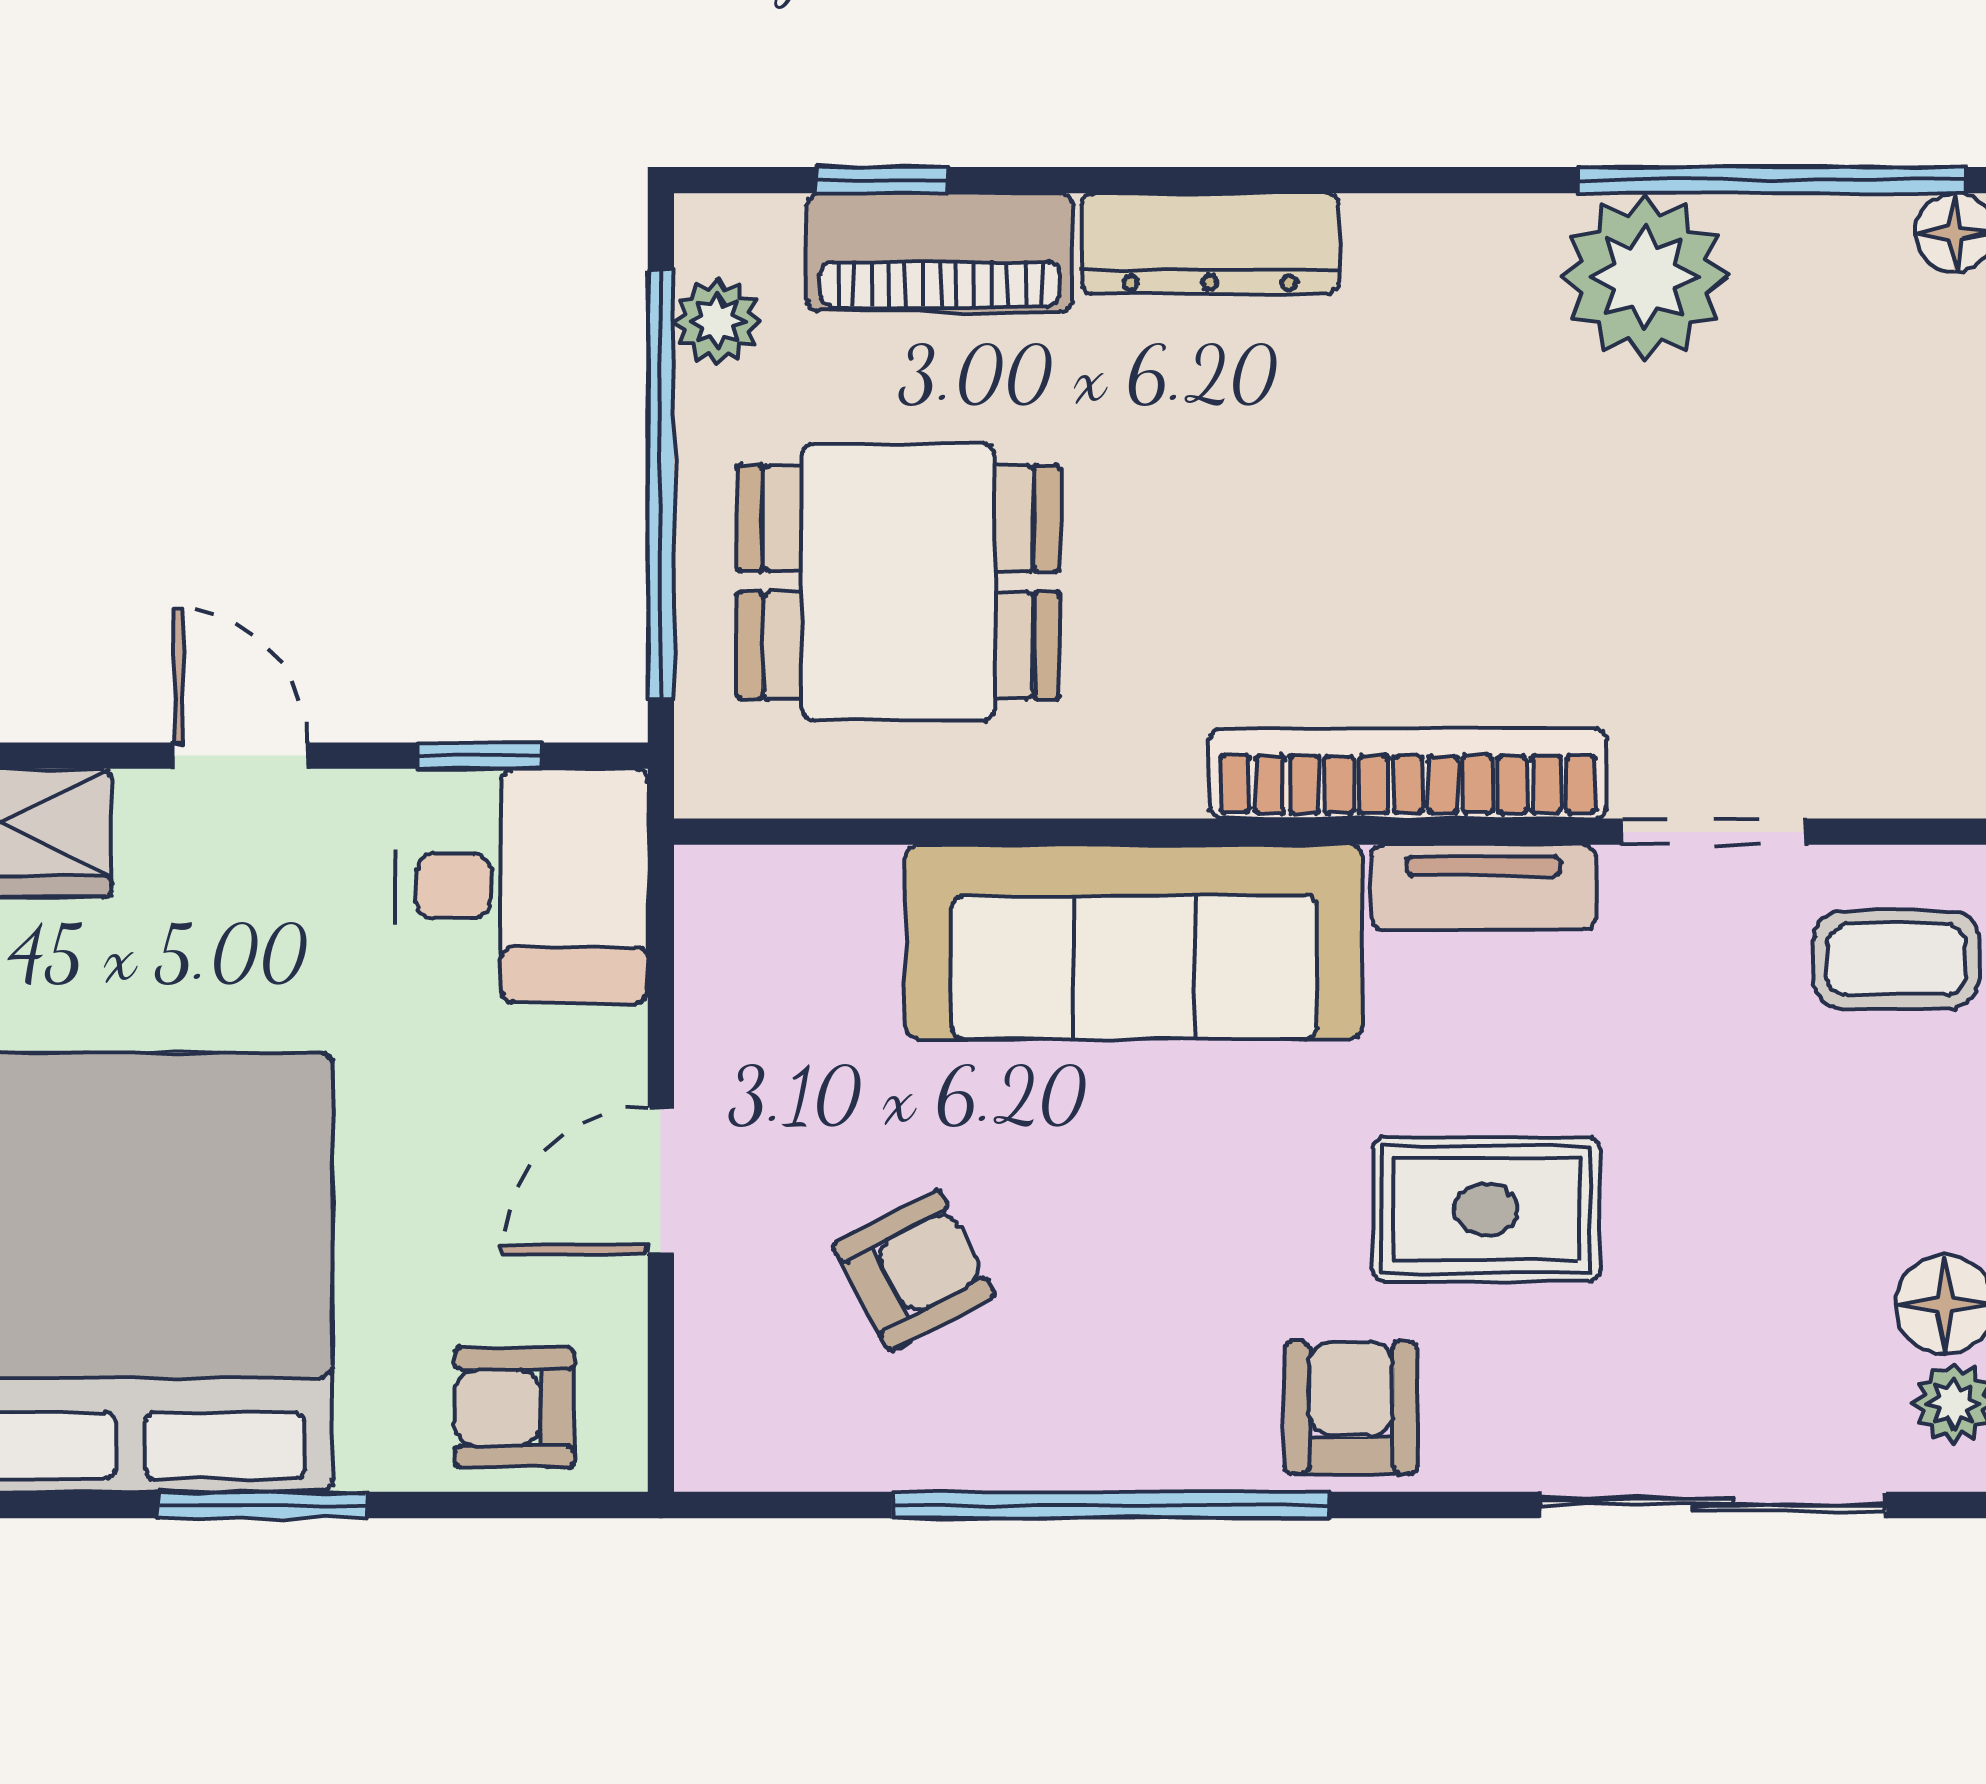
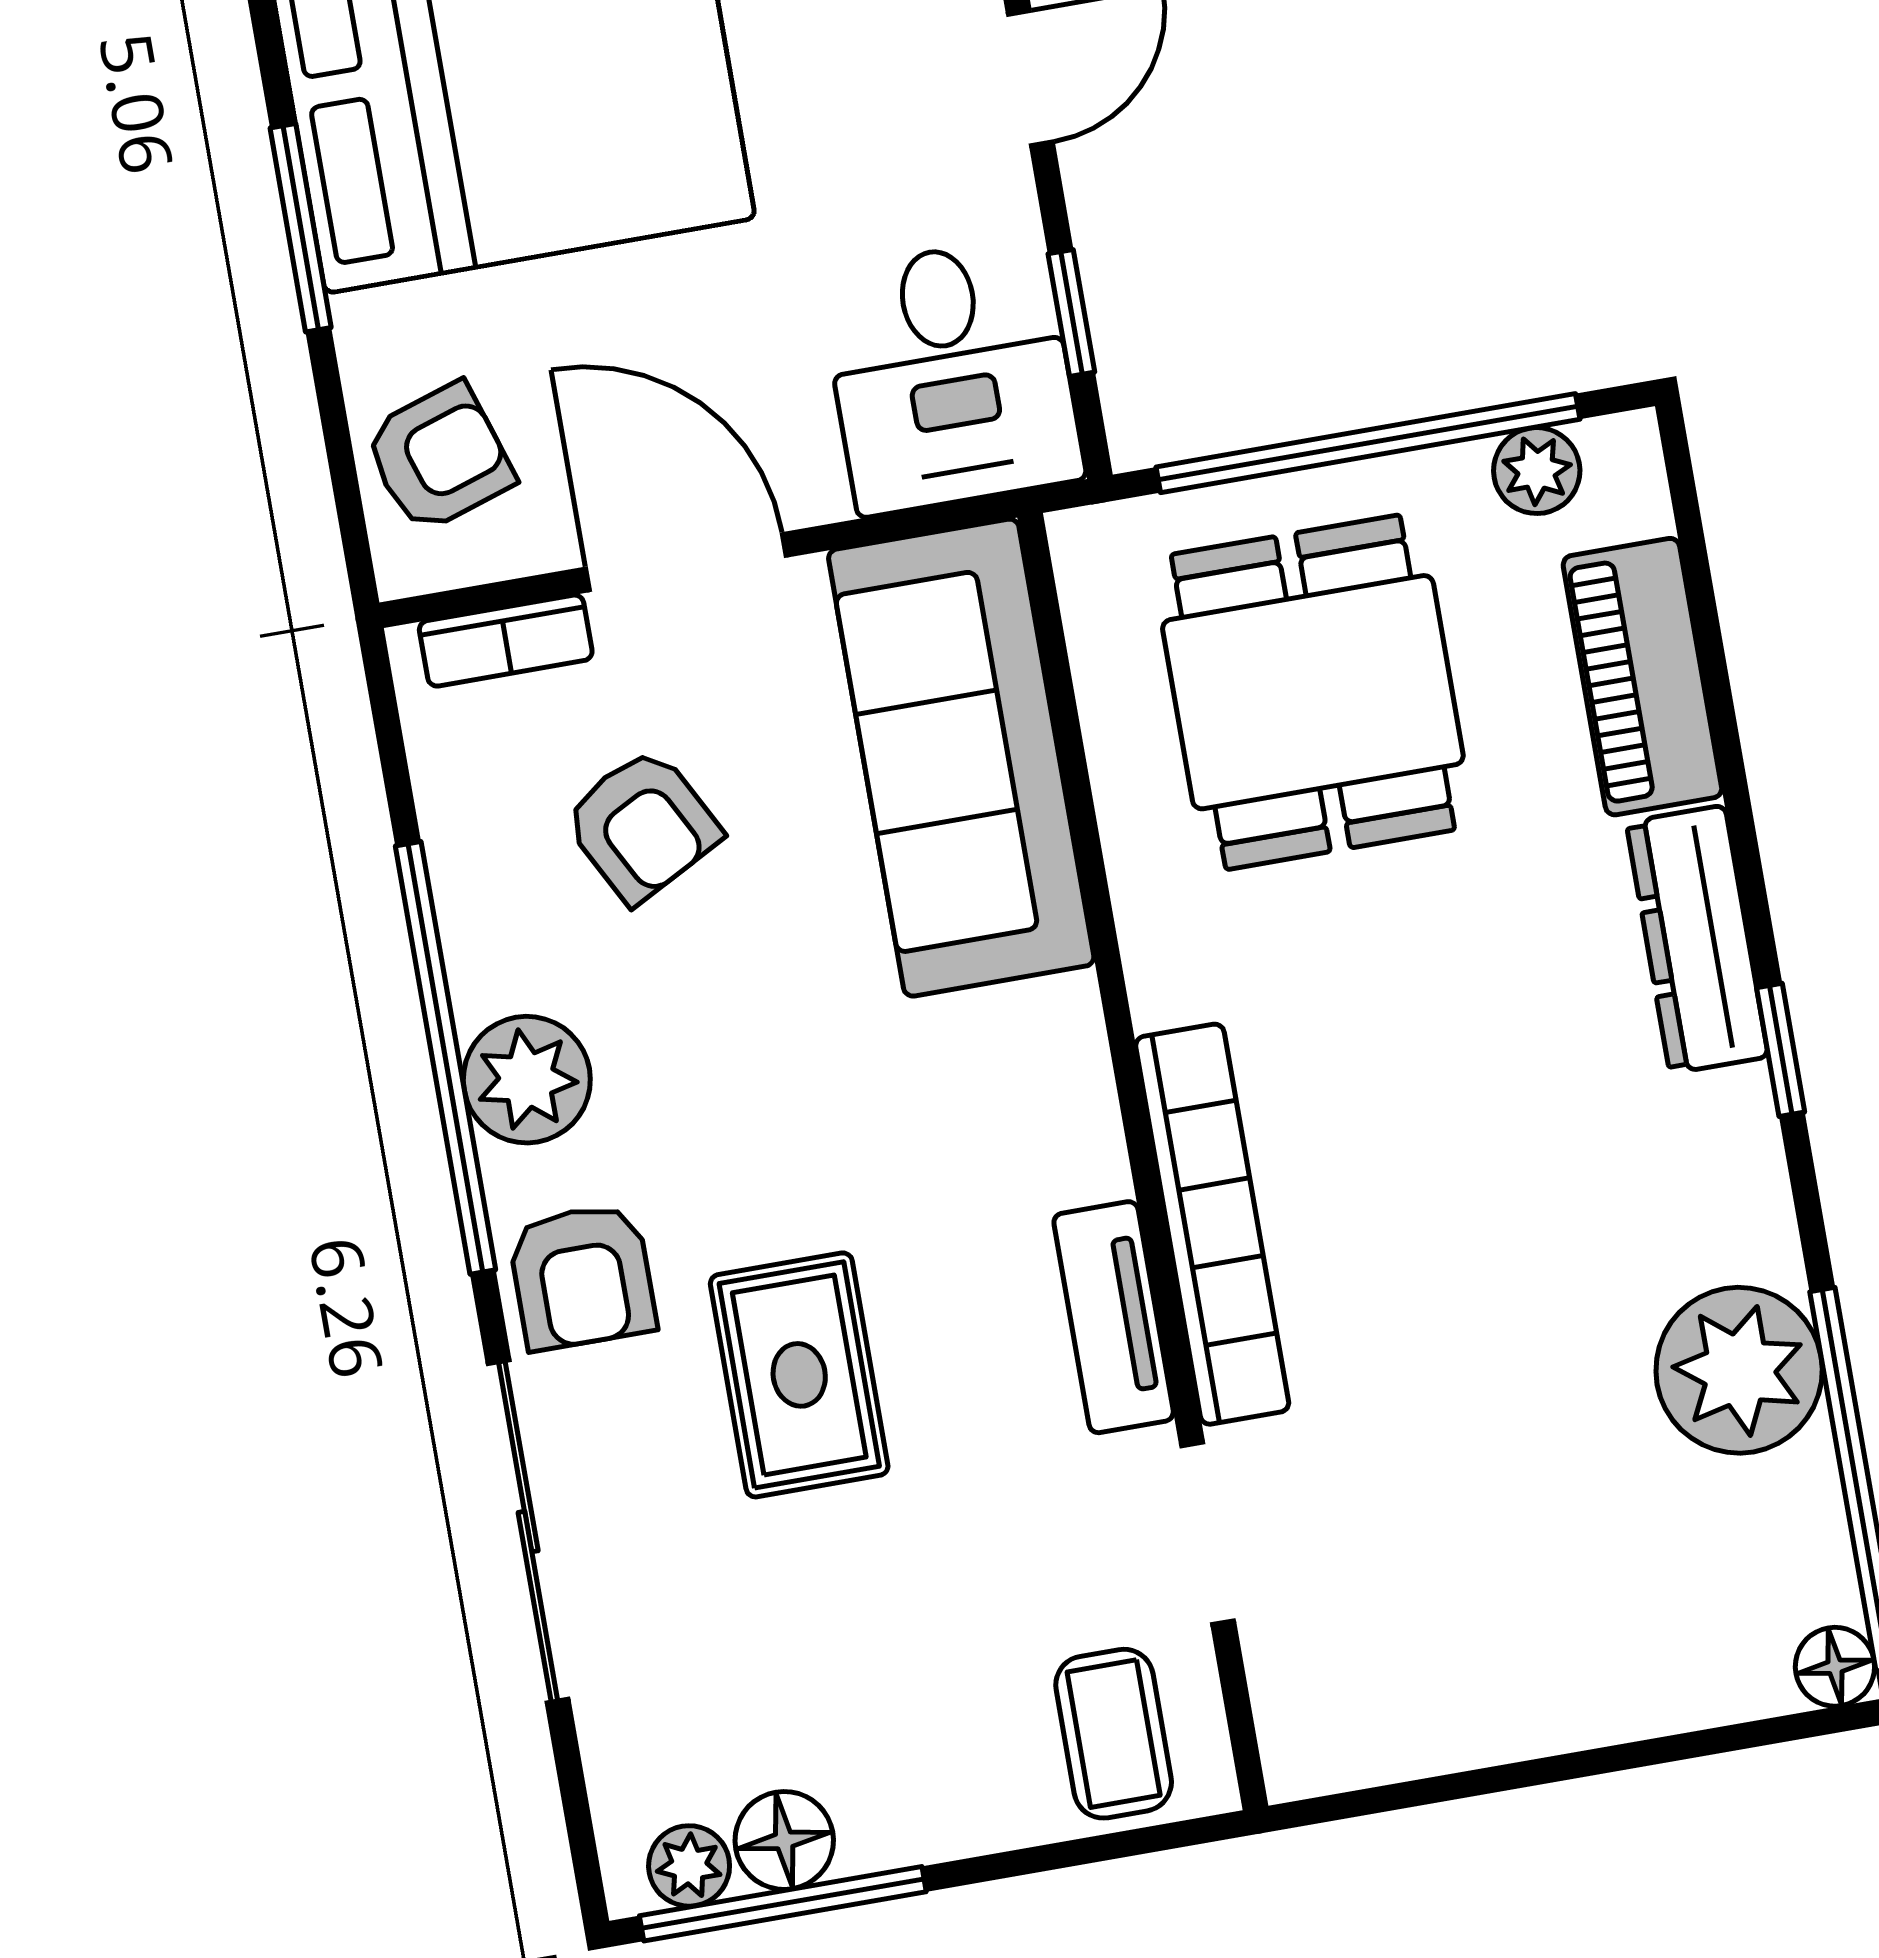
window: (882, 180) -> (1781, 1050), moved
sofa: (1134, 942) -> (961, 758), moved
door: (661, 1181) -> (686, 562), width x1.38
bookcase: (707, 1373) -> (506, 641), added
armchair: (1351, 1407) -> (582, 1277), turned 90
armchair: (514, 1408) -> (439, 458), turned 72
plant: (1146, 1428) -> (527, 1080), added
sliding door: (1713, 1505) -> (528, 1532), moved

